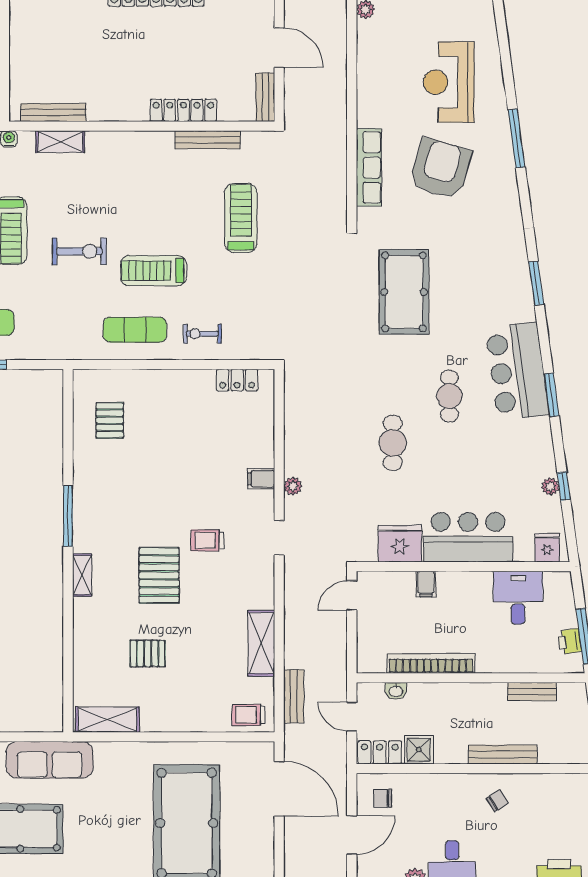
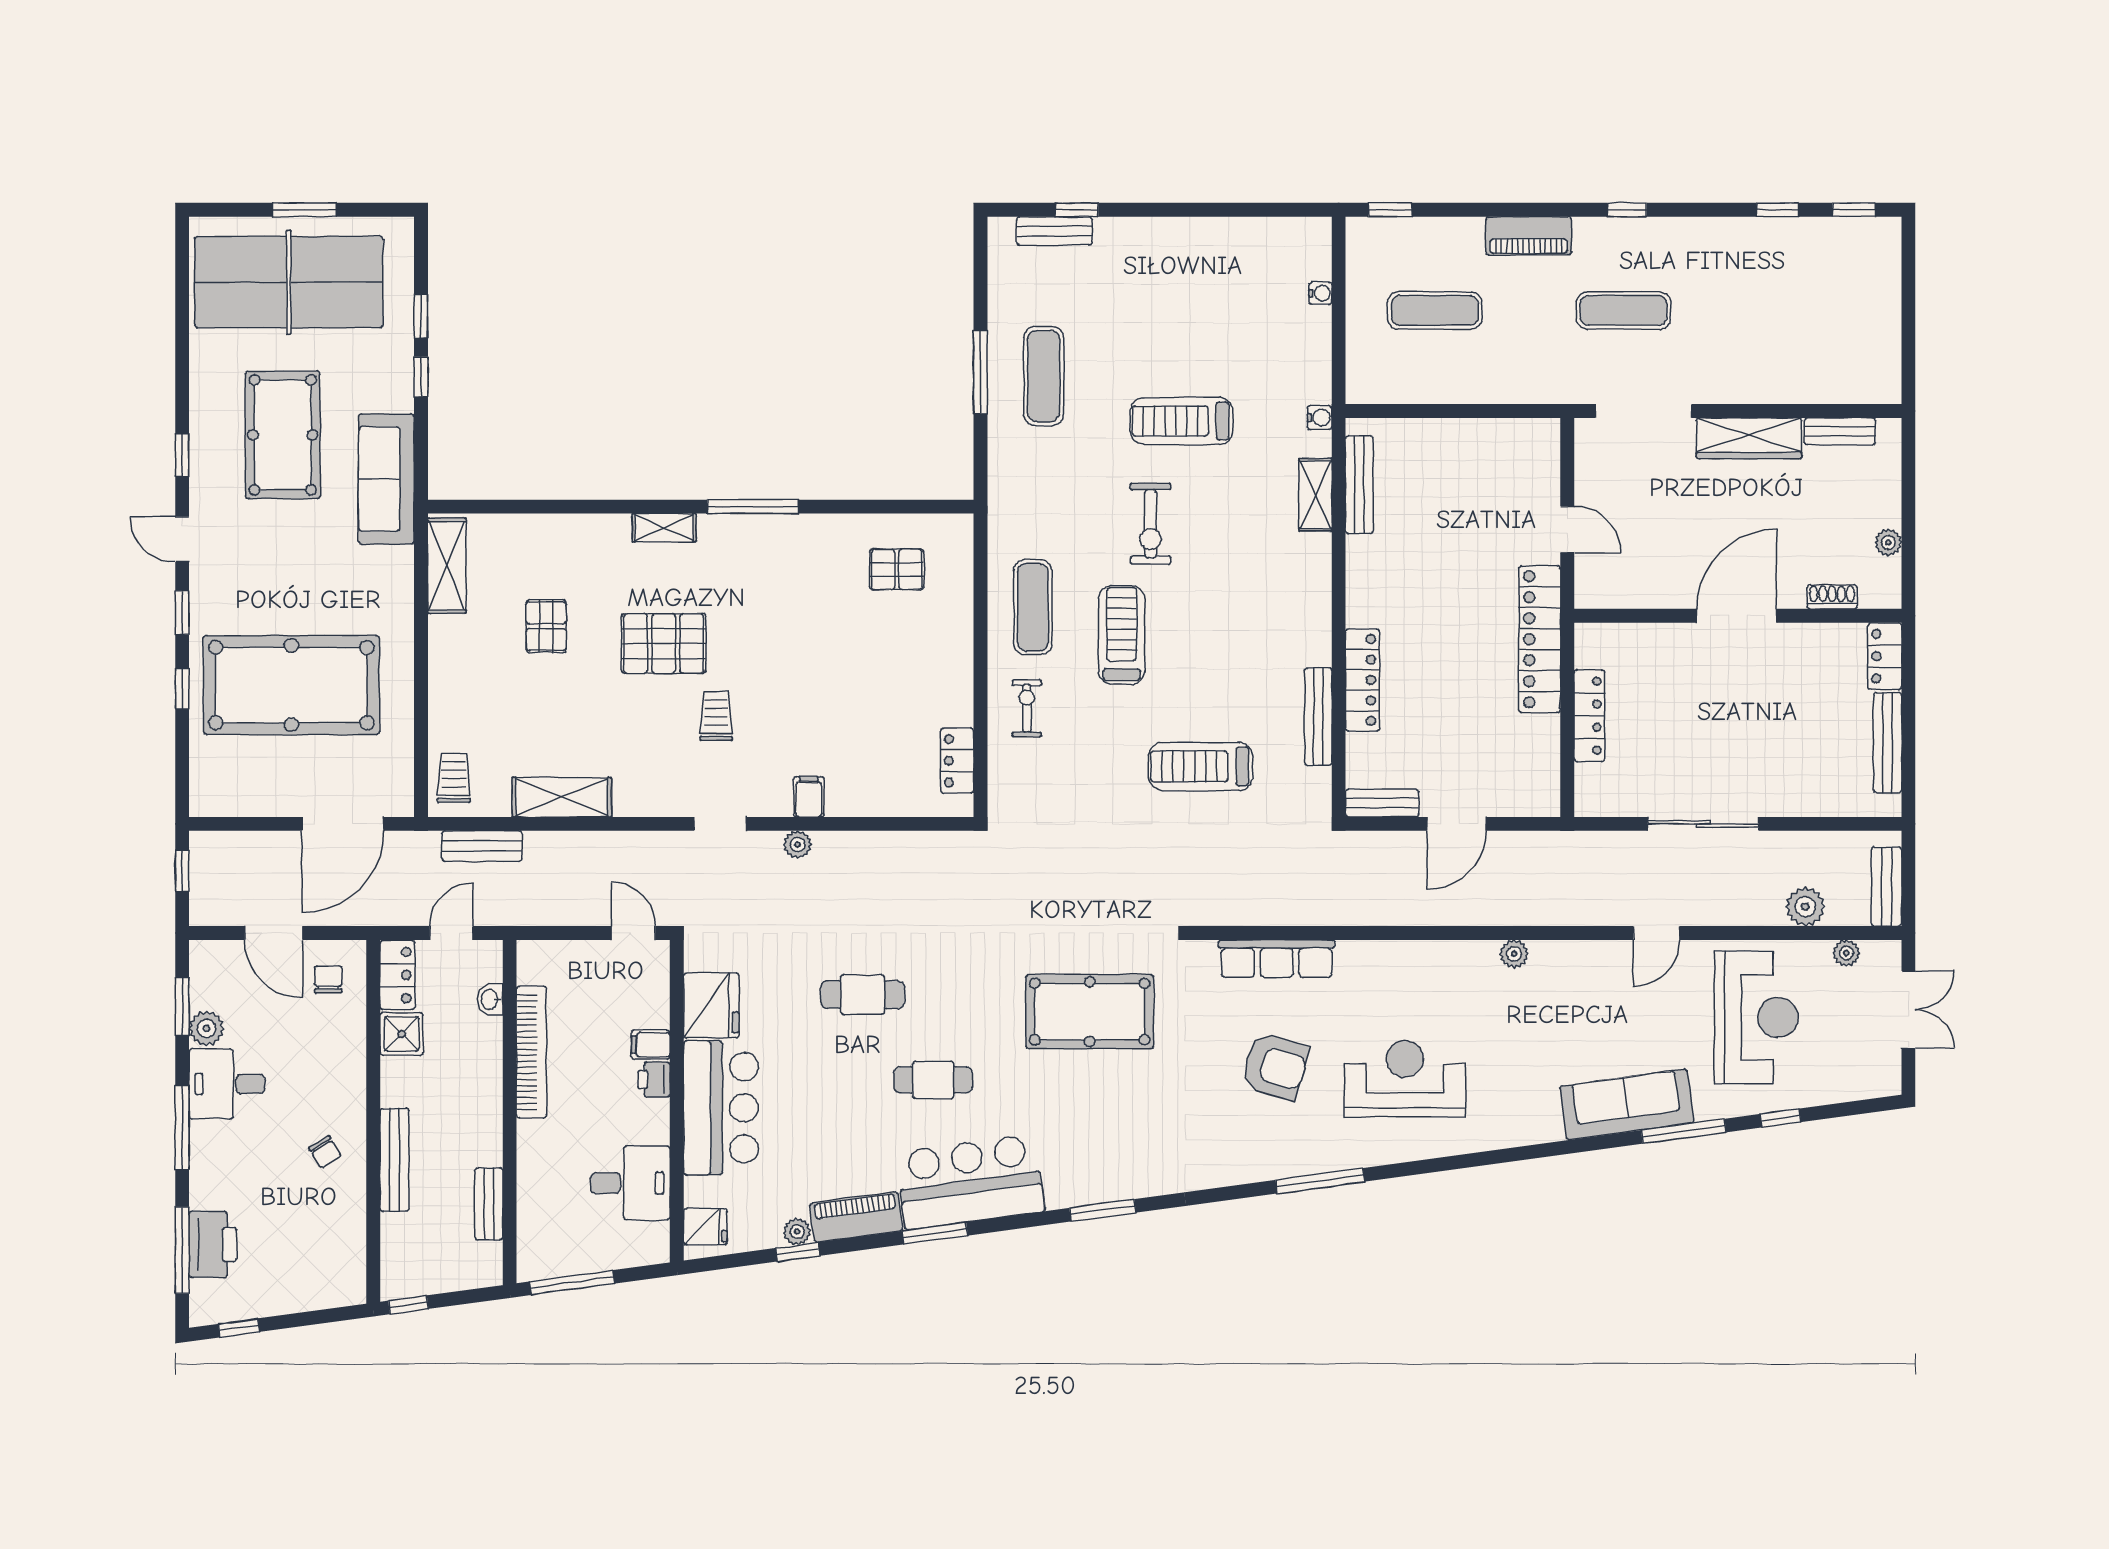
armchair: (440, 169) -> (1275, 1066), width x0.73, depth x0.73
treadmill: (241, 218) -> (1201, 766), turned 180
piano: (541, 447) -> (856, 1217), added
printer: (570, 641) -> (654, 1080), moved, turned -82

